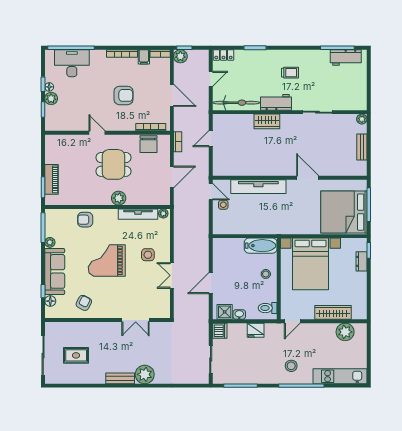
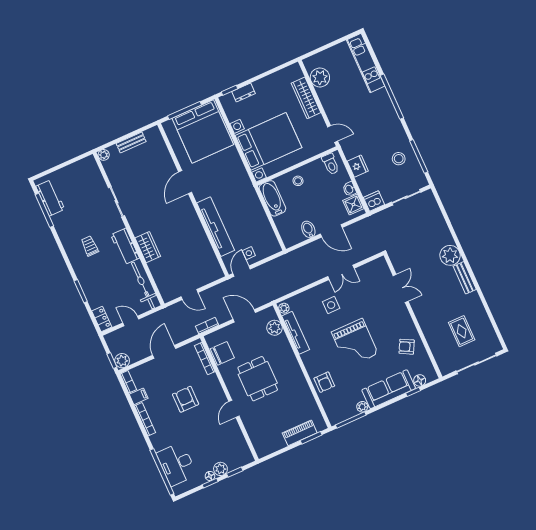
plant: (119, 198) -> (275, 328), moved
bidet: (221, 264) -> (308, 229), added
stool: (291, 366) -> (399, 159), moved

